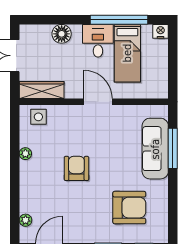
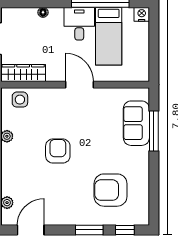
floor lamp: (62, 34) -> (43, 12), width x0.53, depth x0.53
sofa: (155, 149) -> (136, 123), width x0.73
armchair: (129, 208) -> (111, 190), turned 180

